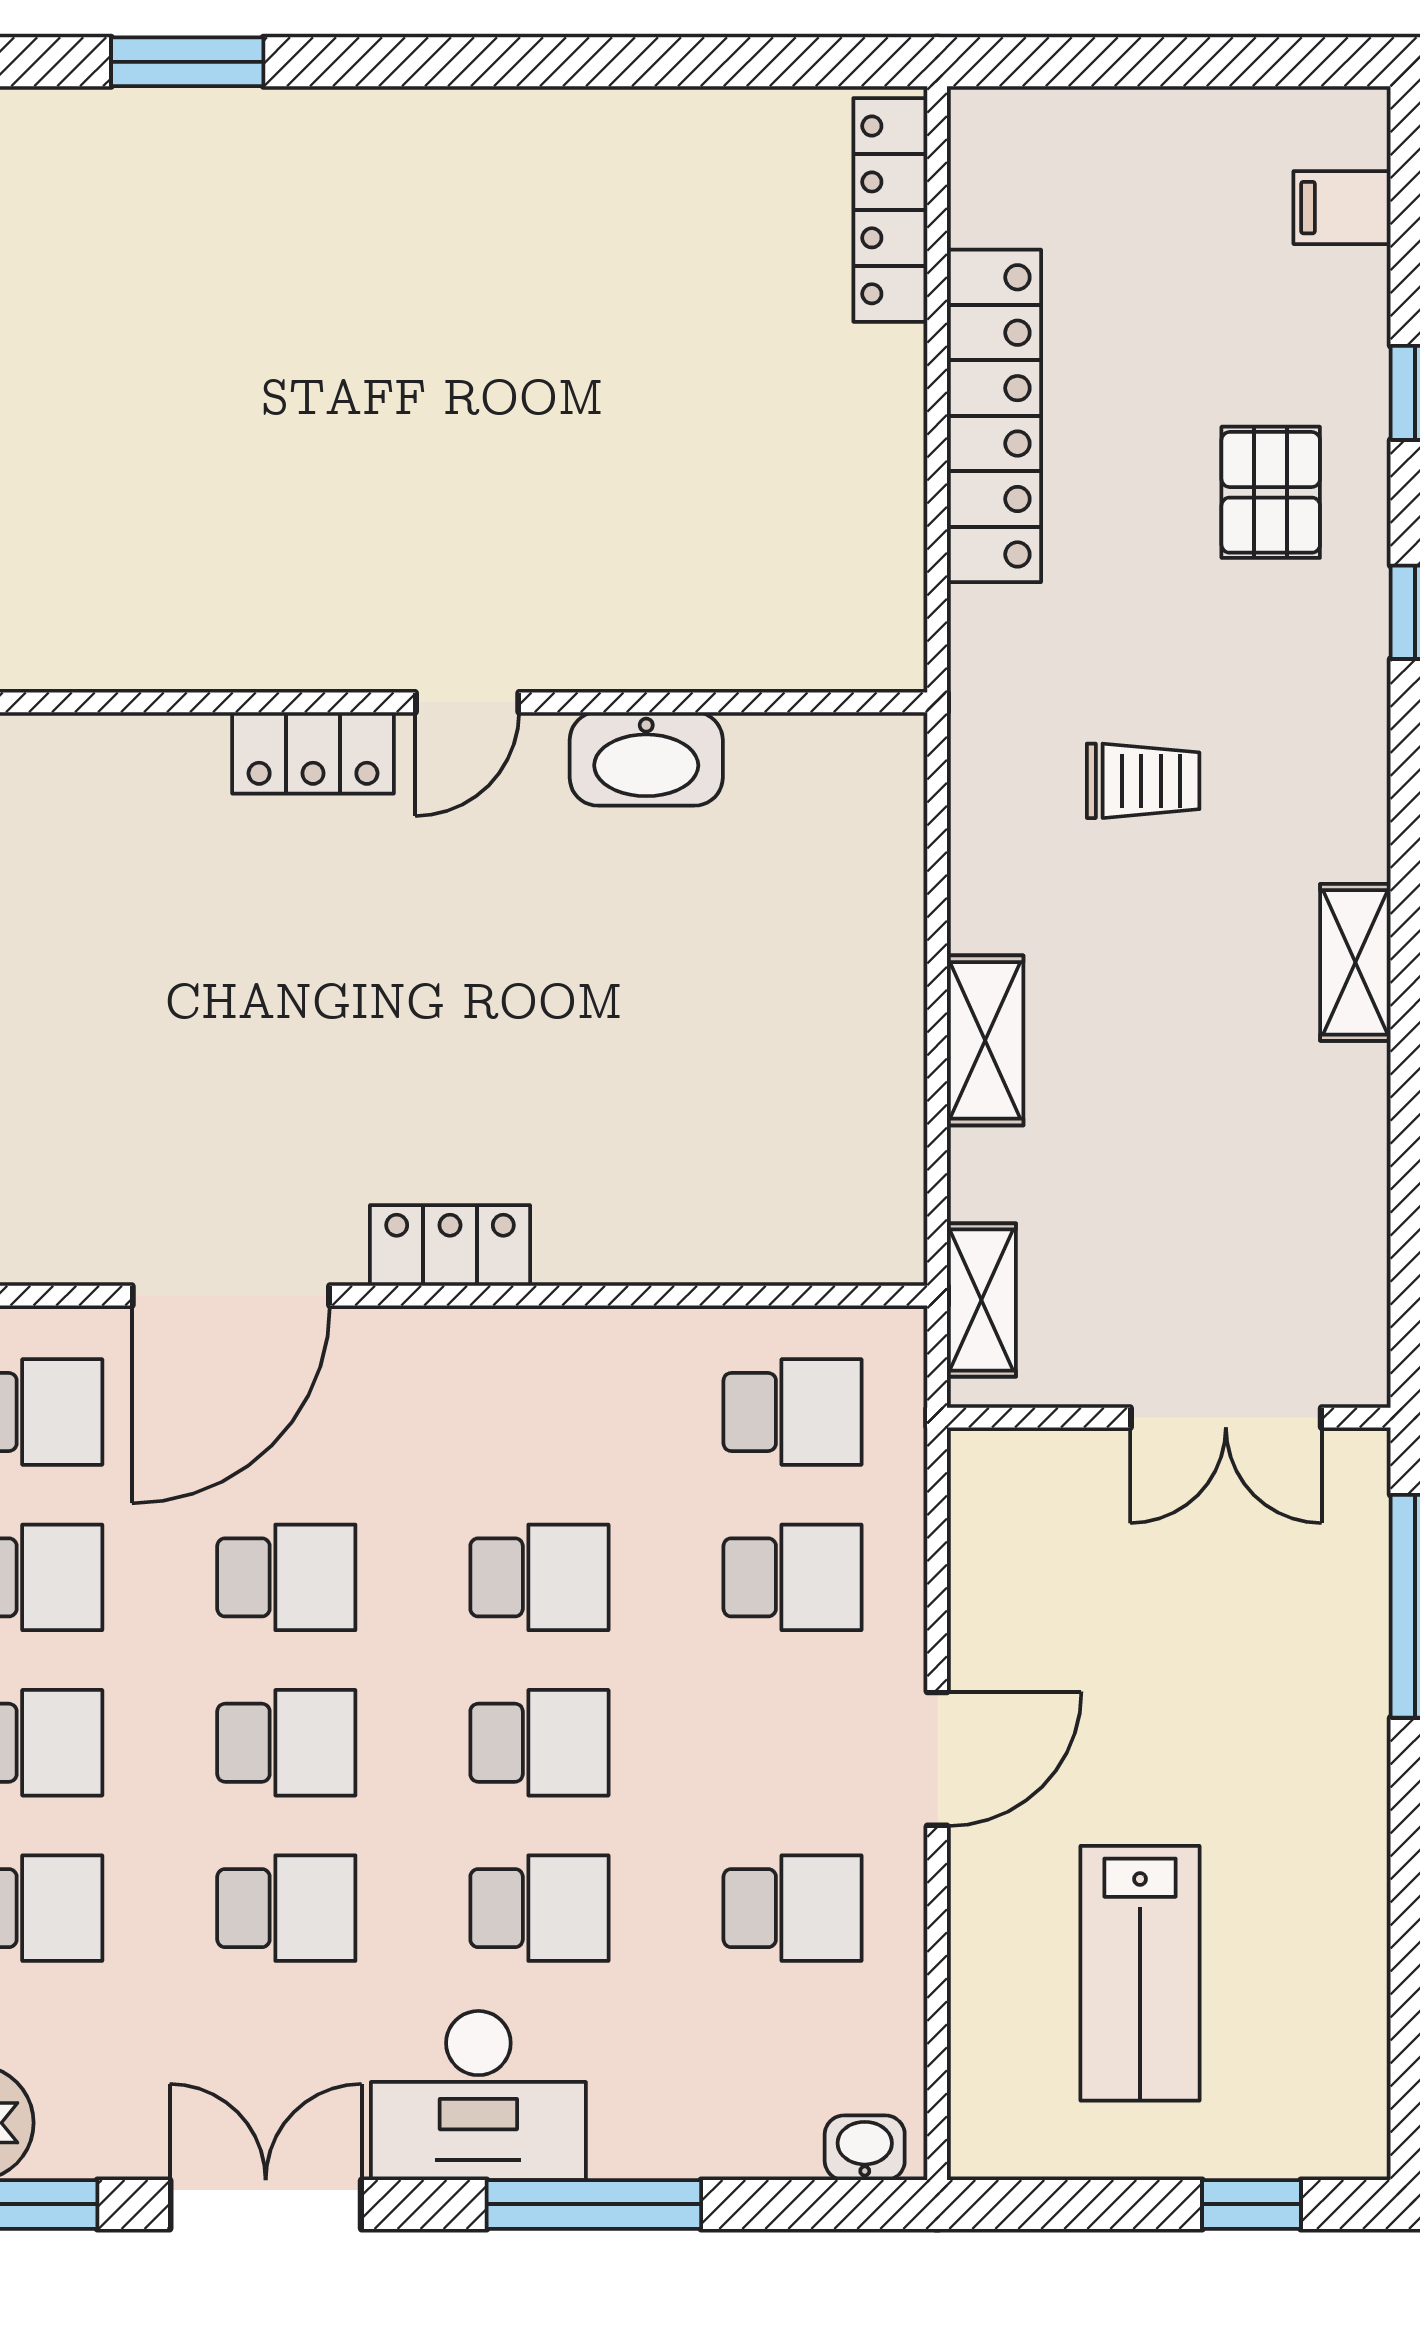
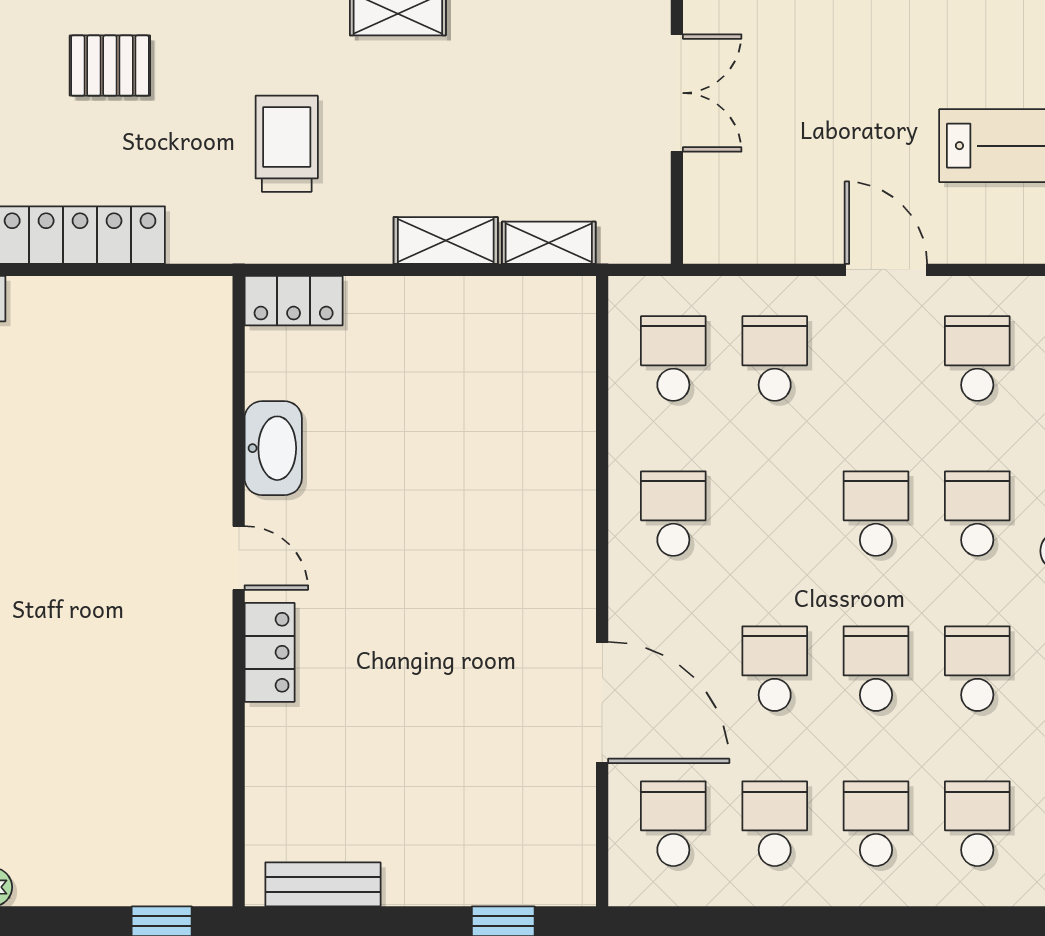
trolley: (1143, 781) -> (287, 144), width x1.36, depth x1.39
locker: (450, 1245) -> (294, 301), moved, turned -90
shelving: (981, 1300) -> (549, 243), moved
school desk: (539, 1577) -> (673, 514), moved

